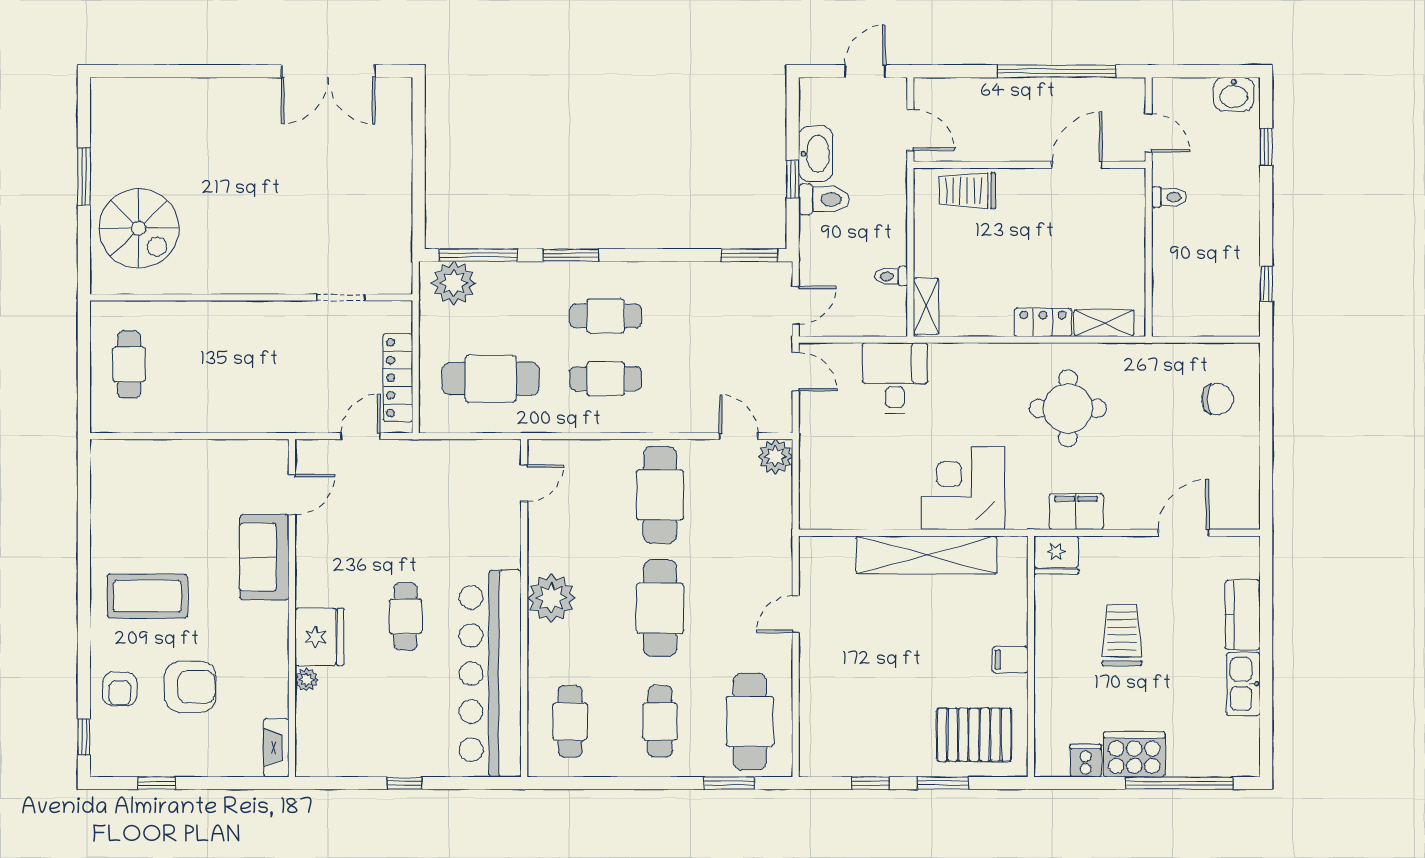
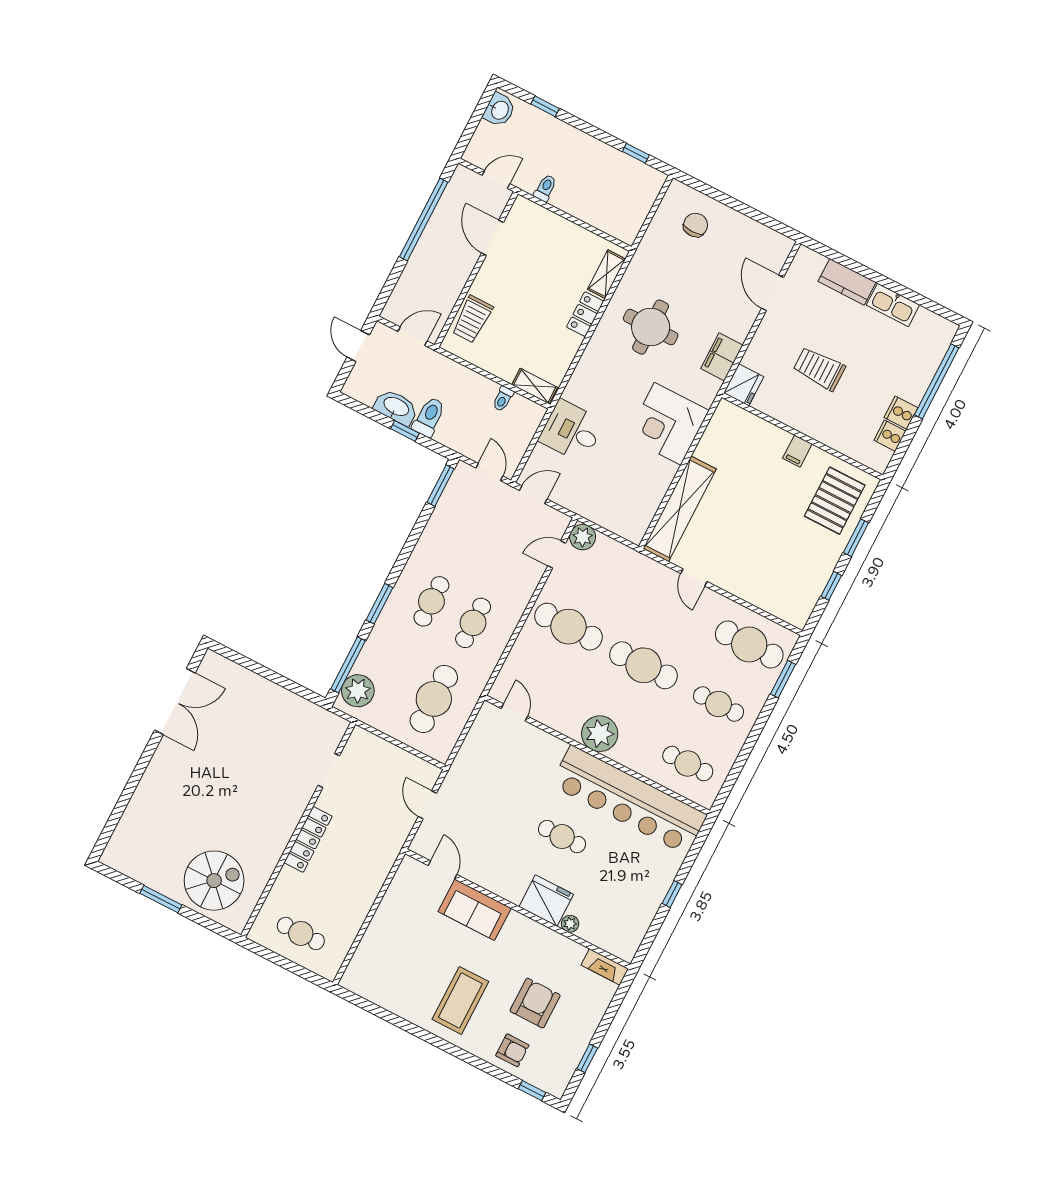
locker: (398, 378) -> (308, 839), moved, turned -90
shelving: (927, 555) -> (680, 509), moved
cooker: (1134, 754) -> (901, 413), width x0.53, depth x0.76

